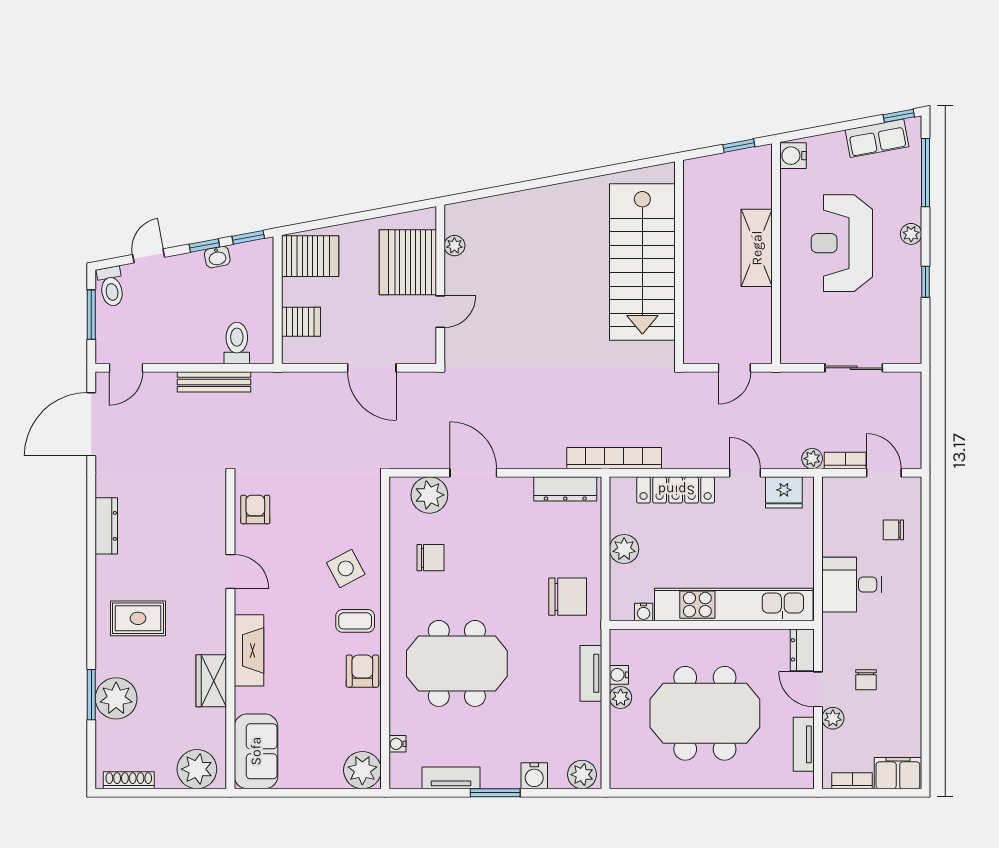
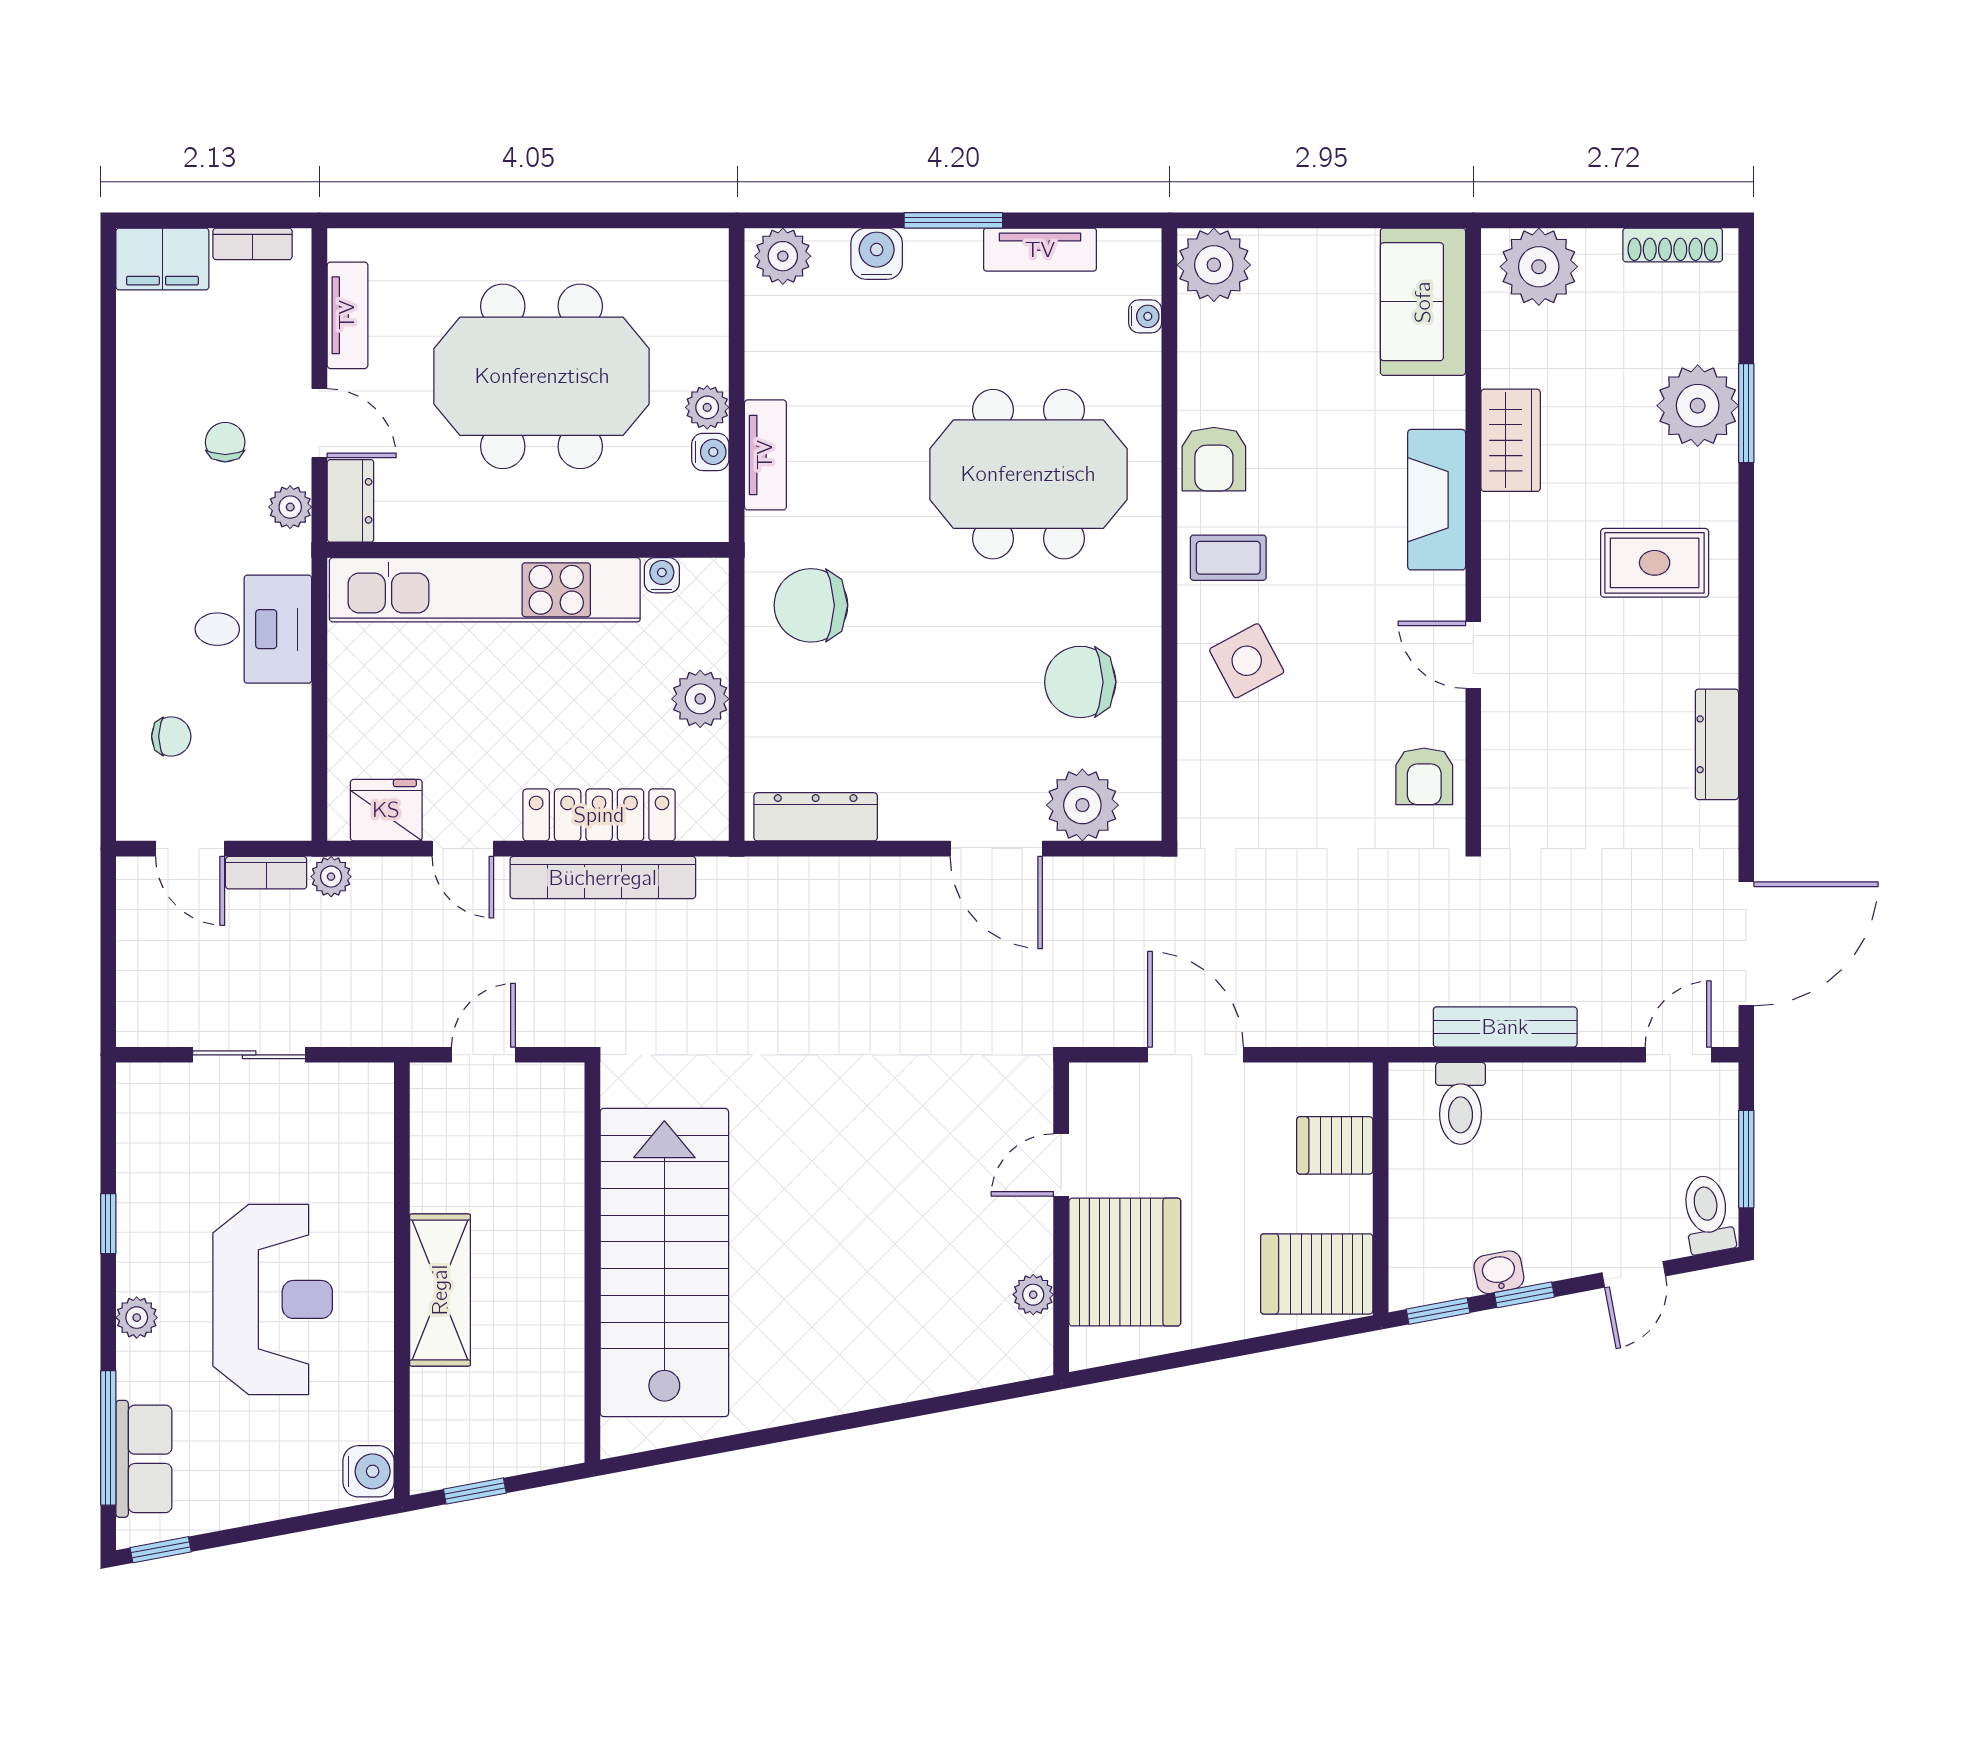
row of seats: (877, 138) -> (144, 1459), moved, turned 101
bookcase: (614, 458) -> (603, 878), moved
chair: (430, 558) -> (1080, 682), width x1.37, depth x1.37
plant: (833, 718) -> (290, 507), moved

